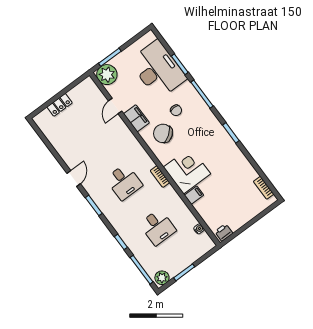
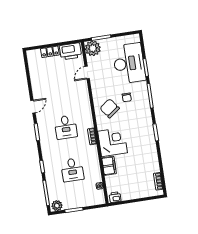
printer: (83, 92) -> (70, 51), added
filing cabinet: (136, 118) -> (97, 89), removed
filing cabinet: (194, 195) -> (109, 166), width x2.00

